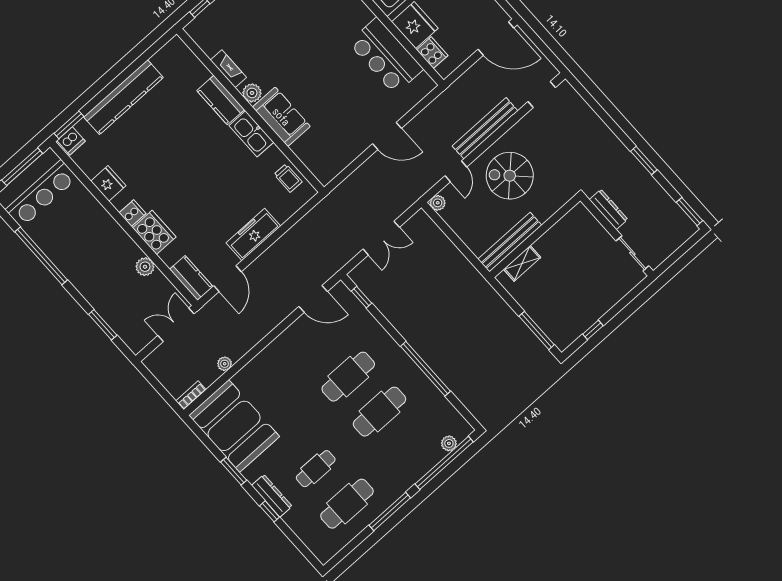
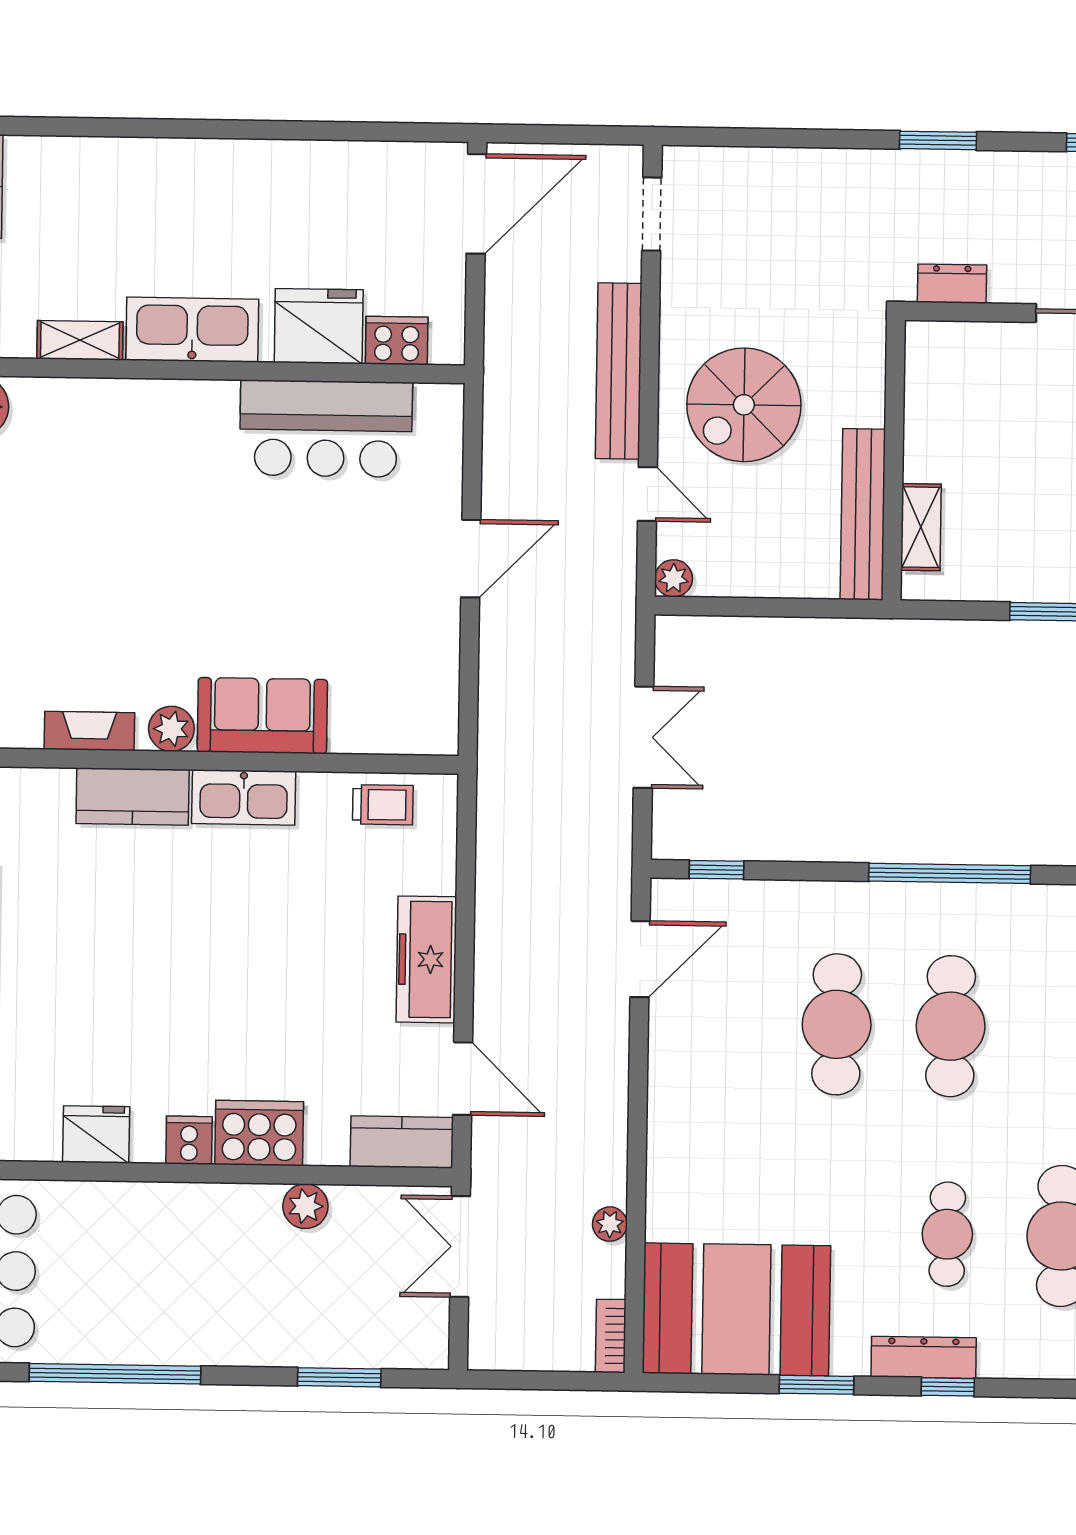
dresser: (609, 209) -> (952, 284), width x0.70

